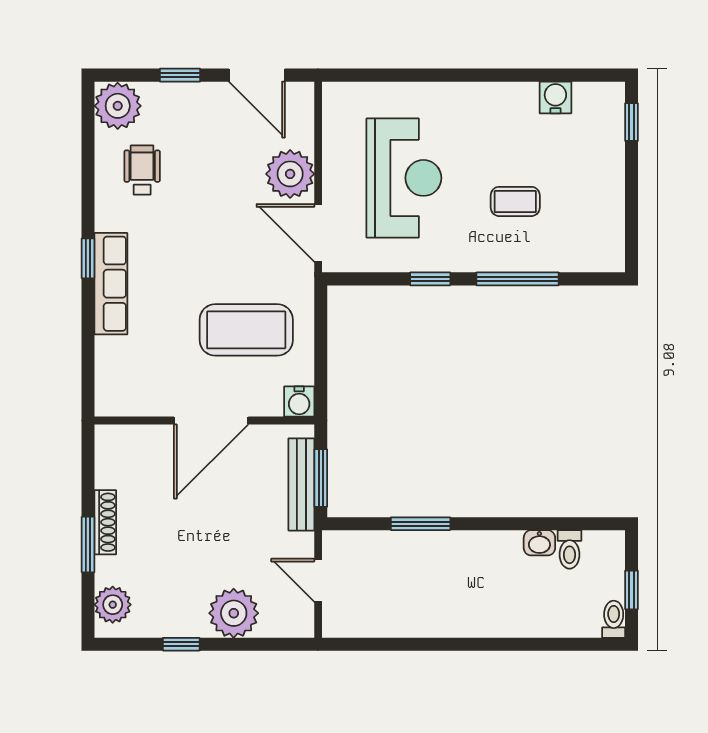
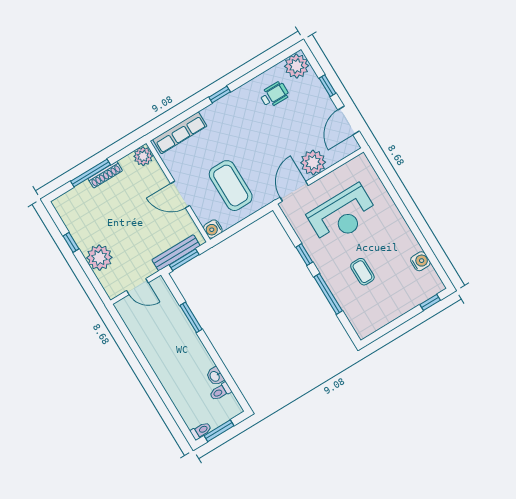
row of seats: (111, 284) -> (180, 133), moved
door: (211, 421) -> (180, 195), width x0.73
window: (88, 544) -> (90, 173), width x1.44
door: (318, 580) -> (137, 287), swing flipped
window: (631, 590) -> (219, 431), width x1.50
plant: (113, 605) -> (143, 156), moved

